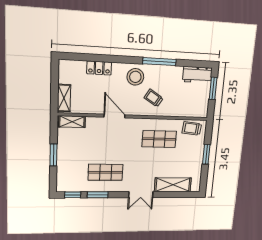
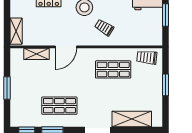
door: (114, 116) -> (66, 47), swing flipped
shelving: (72, 122) -> (37, 54), moved

